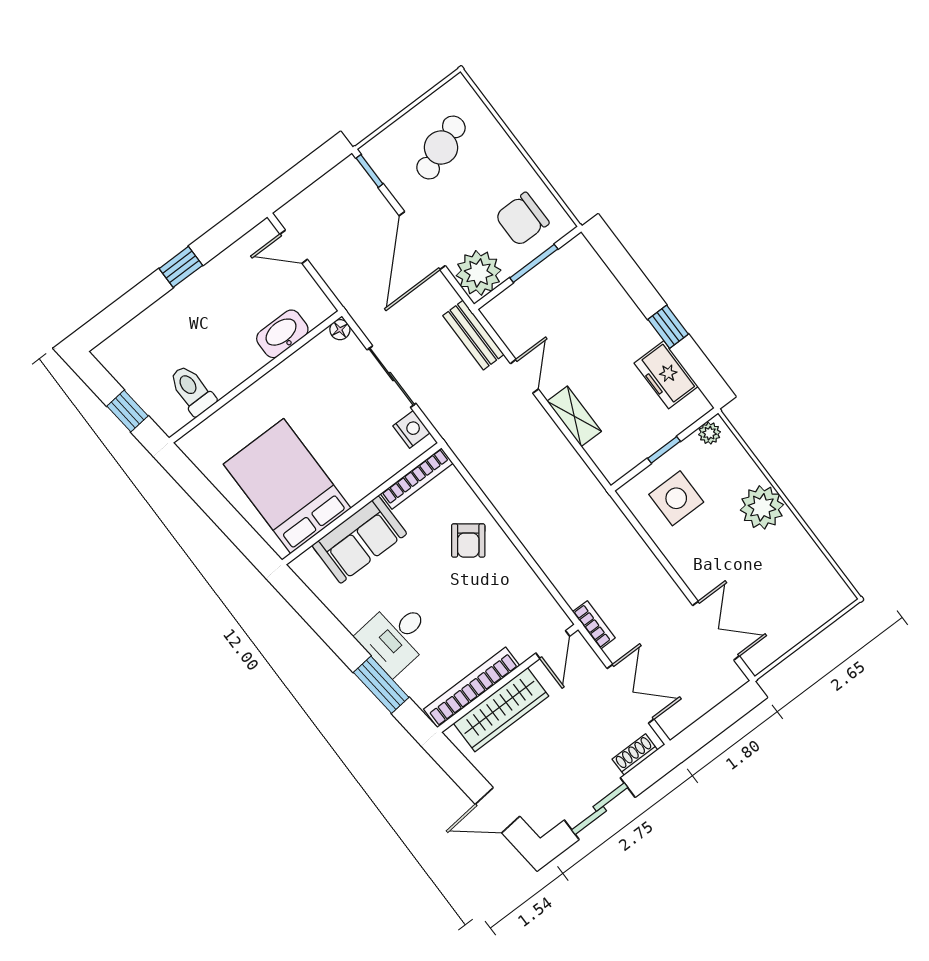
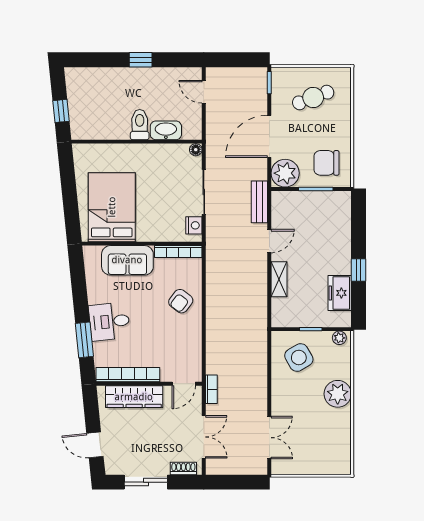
toilet: (192, 390) -> (140, 125), moved
side table: (676, 498) -> (299, 358), turned -30

